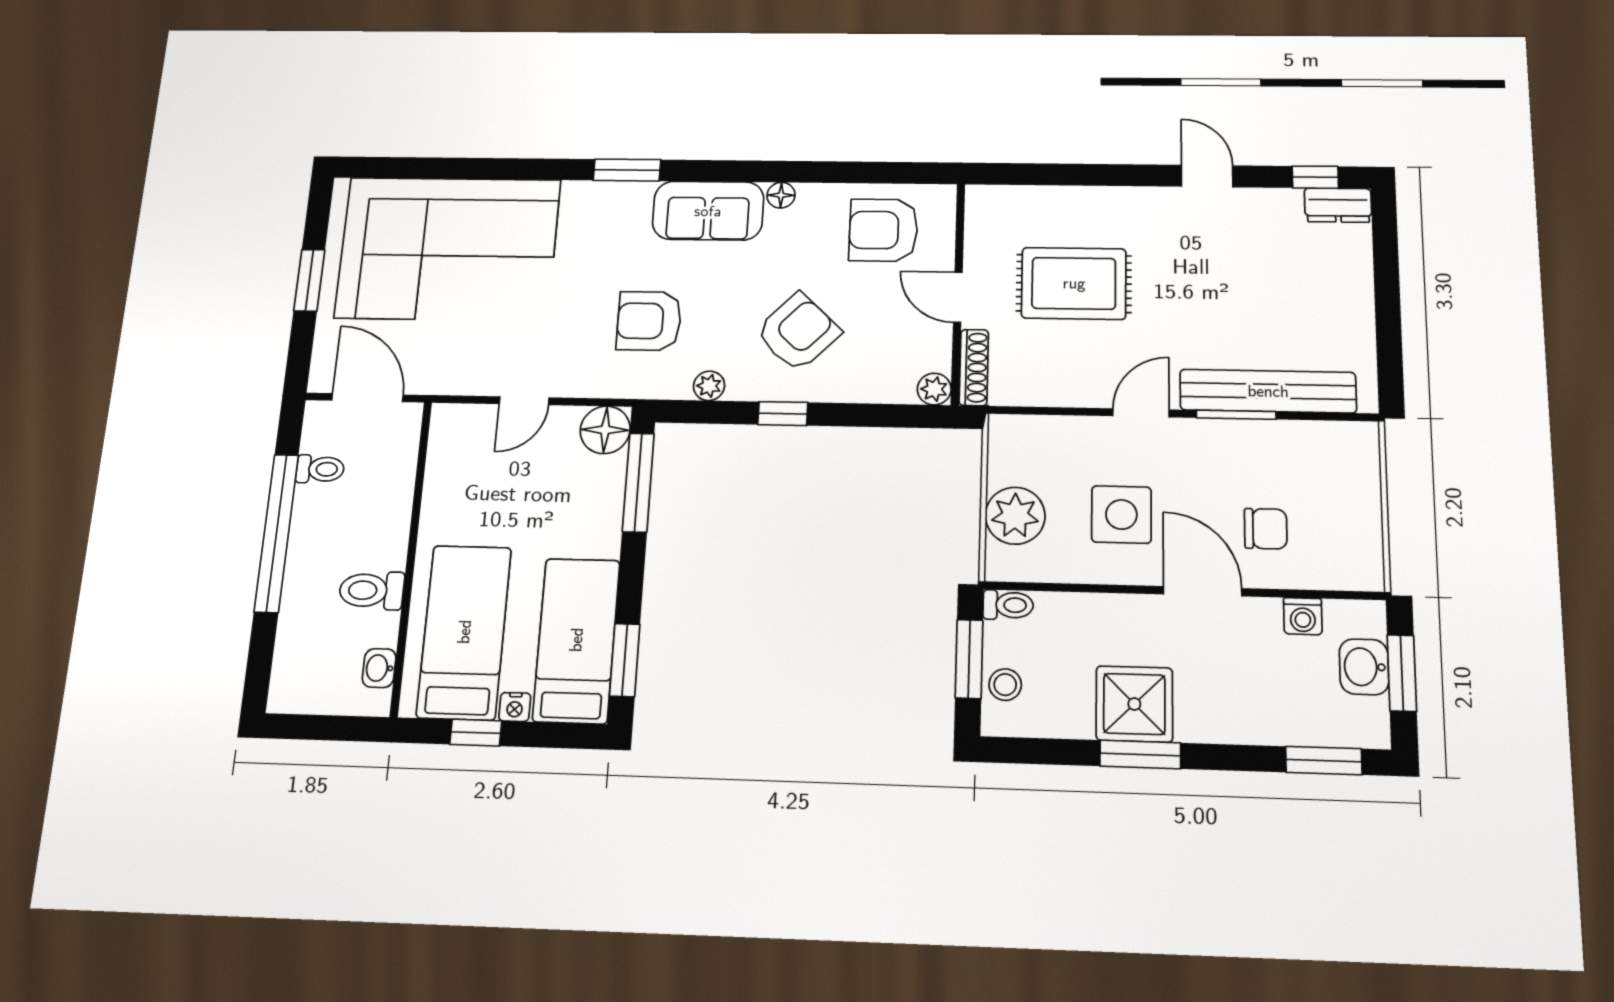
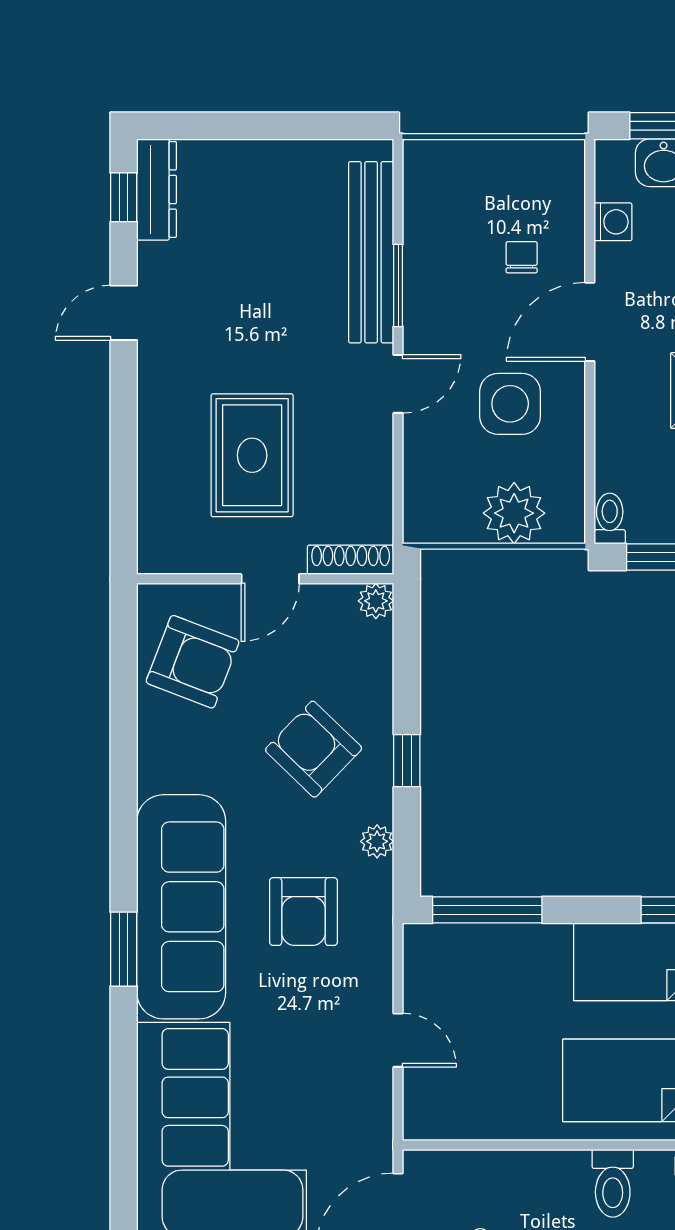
floor lamp: (781, 195) -> (152, 776), removed
dresser: (1338, 205) -> (157, 189), width x1.44
sofa: (708, 211) -> (181, 907), width x1.85, depth x1.27
armchair: (883, 230) -> (193, 662), turned -69
door: (1141, 413) -> (398, 384), swing flipped
floor lamp: (605, 430) -> (429, 950), removed
chair: (1266, 529) -> (522, 257), width x0.73, depth x0.73

